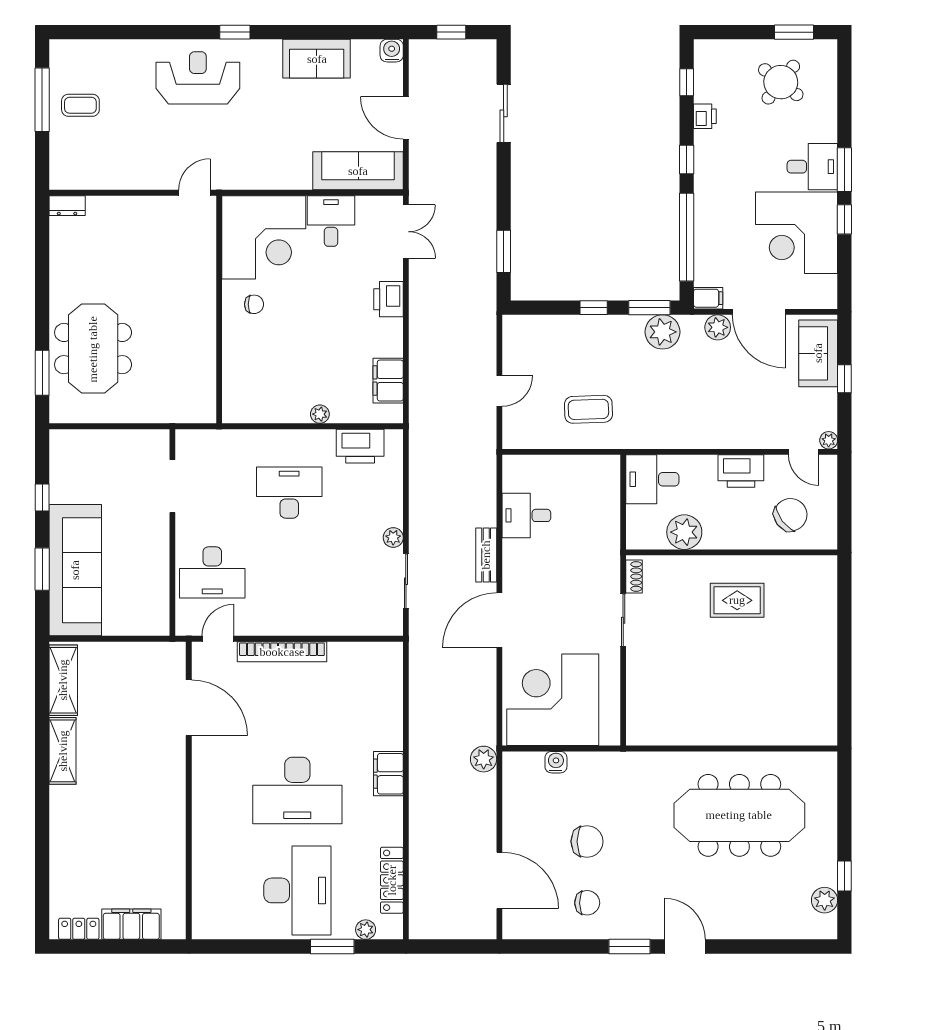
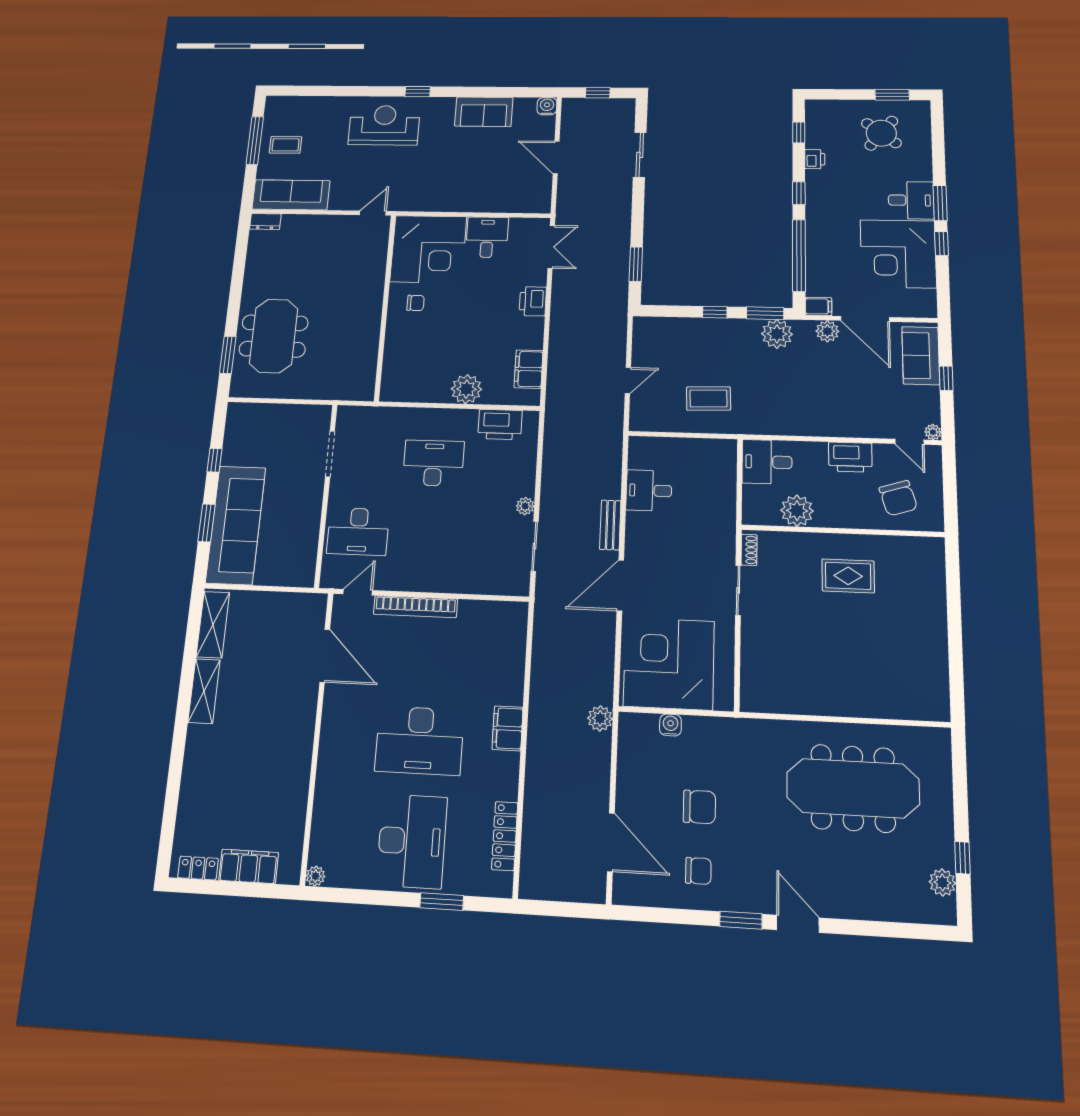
sofa: (358, 171) -> (291, 195), moved
plant: (320, 414) -> (466, 389), width x1.87, depth x1.87
chair: (790, 515) -> (898, 498), turned 110
plant: (366, 930) -> (315, 876), moved

